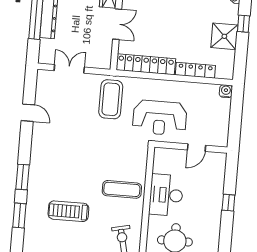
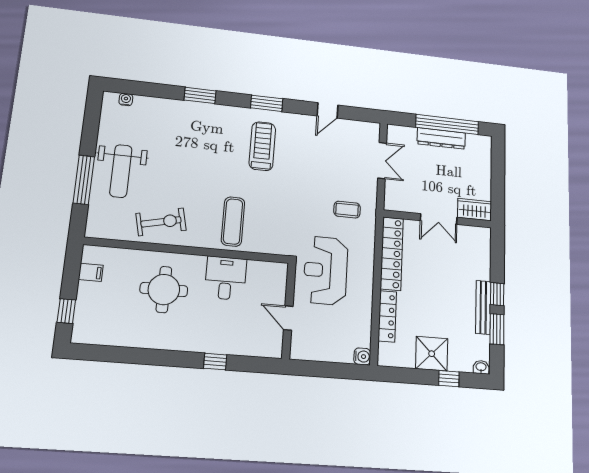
coffee table: (111, 99) -> (347, 210), width x0.54, depth x0.58
window: (23, 177) -> (267, 103), moved
desk: (166, 195) -> (226, 278), width x0.73
treadmill: (68, 211) -> (262, 146), moved

